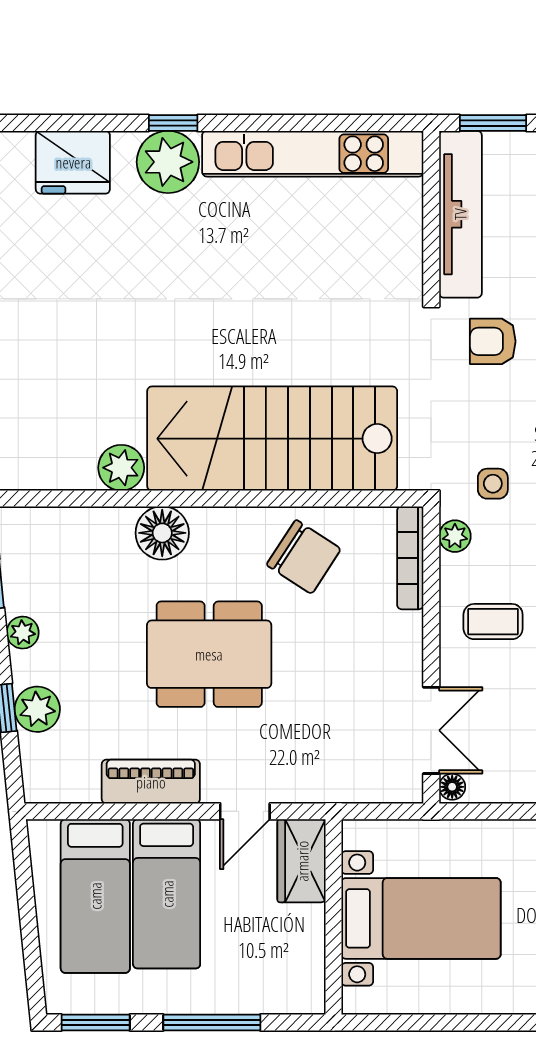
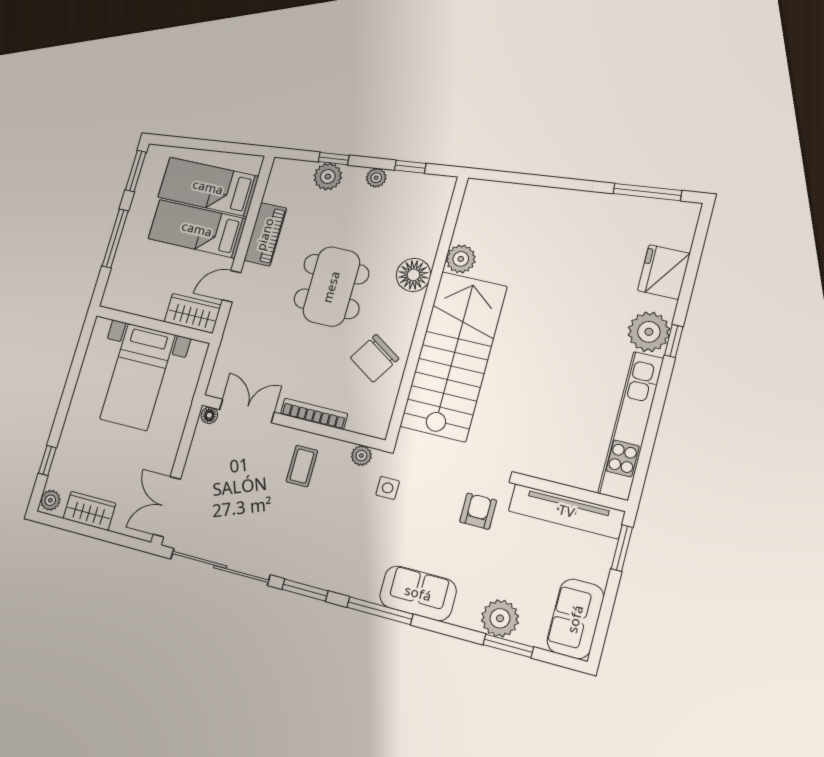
bookcase: (410, 558) -> (314, 414), moved
double door: (431, 730) -> (247, 411), swing flipped
door: (245, 811) -> (231, 286), hinge flipped

